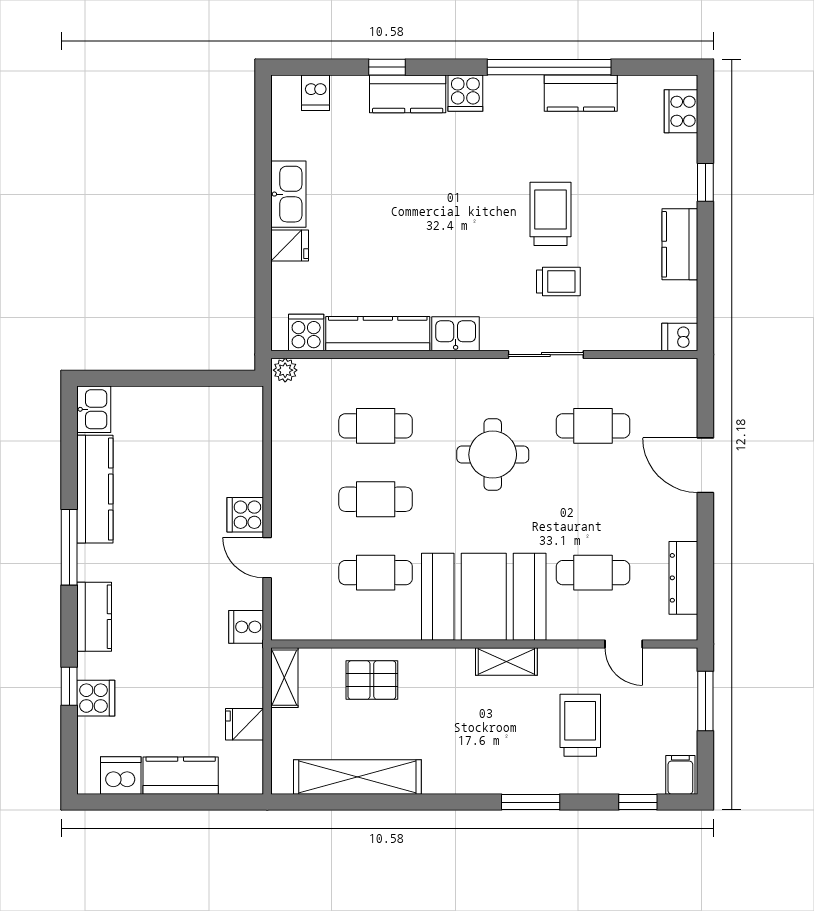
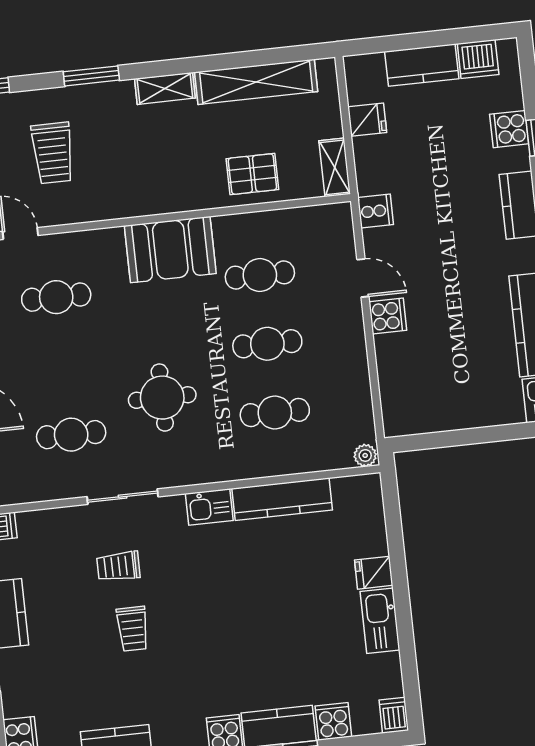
dishwasher: (315, 93) -> (394, 715), moved
trolley: (550, 214) -> (133, 629), width x0.73, depth x0.72
cooker: (306, 332) -> (333, 721), moved, turned 180
booth: (484, 597) -> (170, 250), width x0.73, depth x0.70
shelving: (506, 662) -> (165, 88), moved

